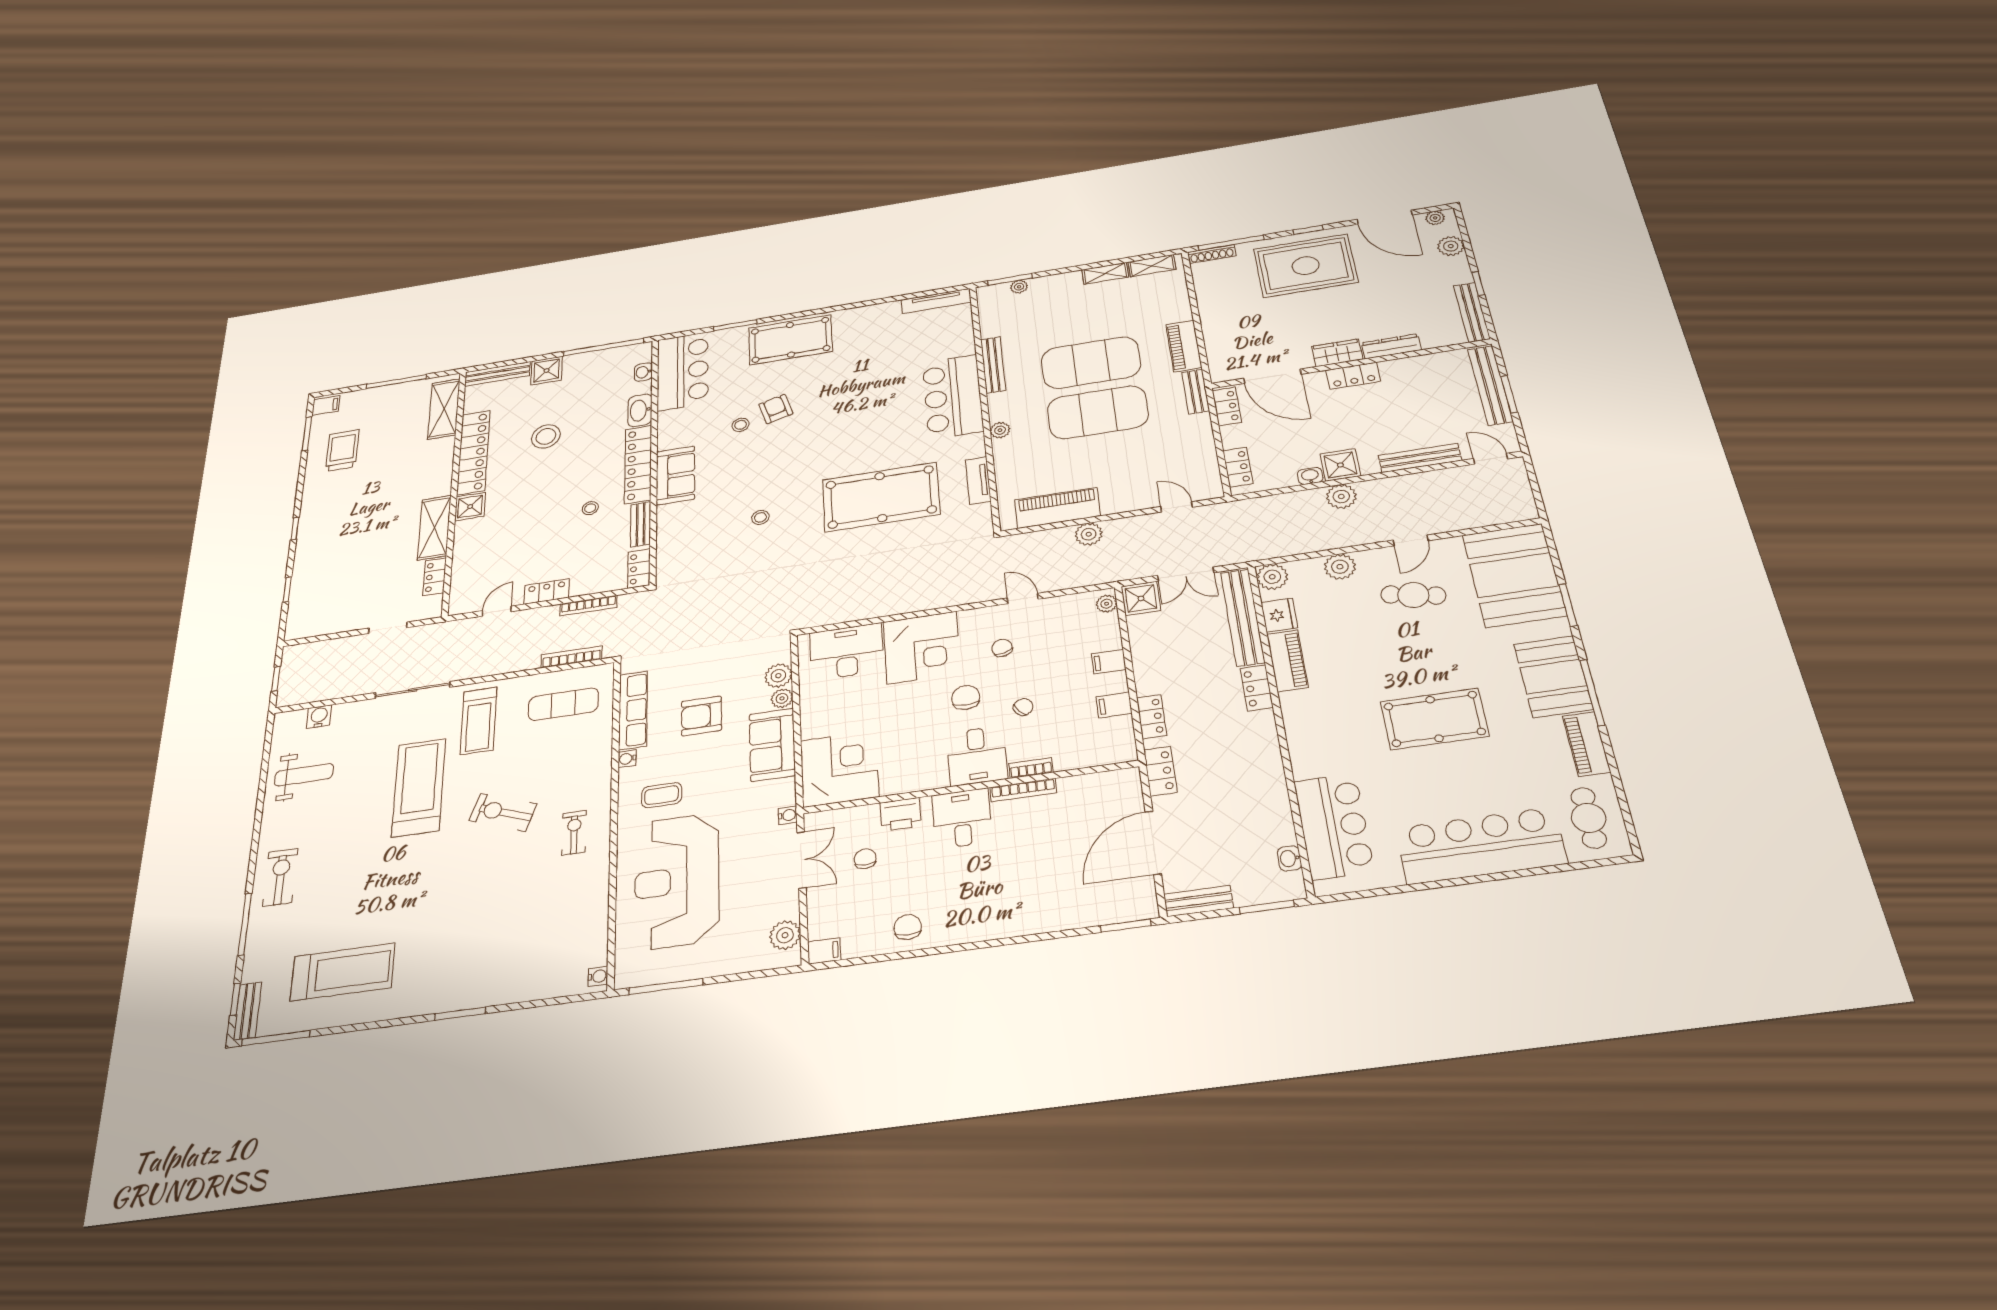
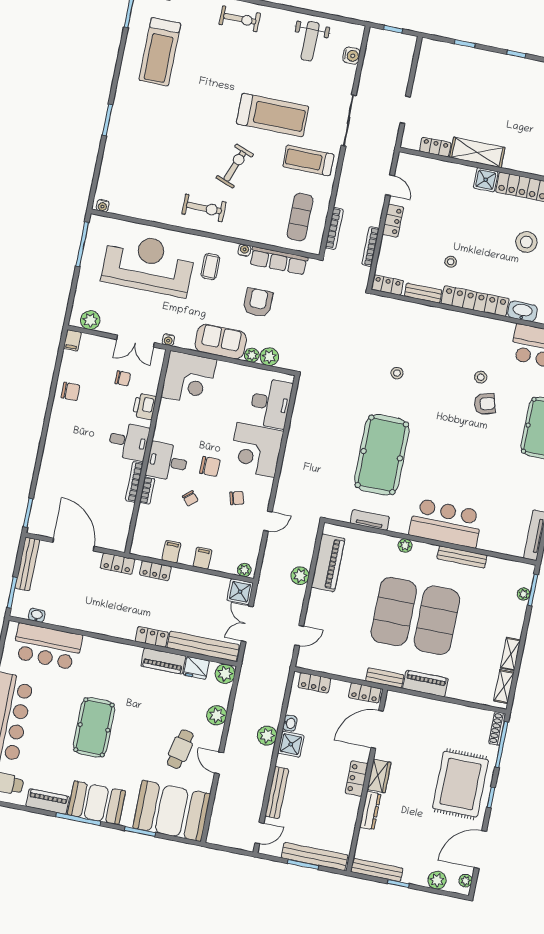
sofa: (675, 475) -> (455, 324), removed
exercise bike: (574, 833) -> (204, 208), width x1.38, depth x1.39
bench: (1199, 901) -> (27, 564), width x1.36

